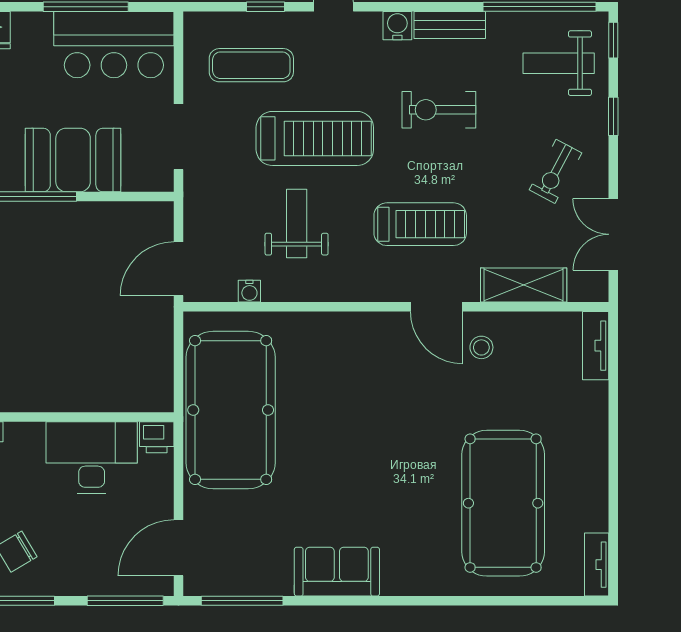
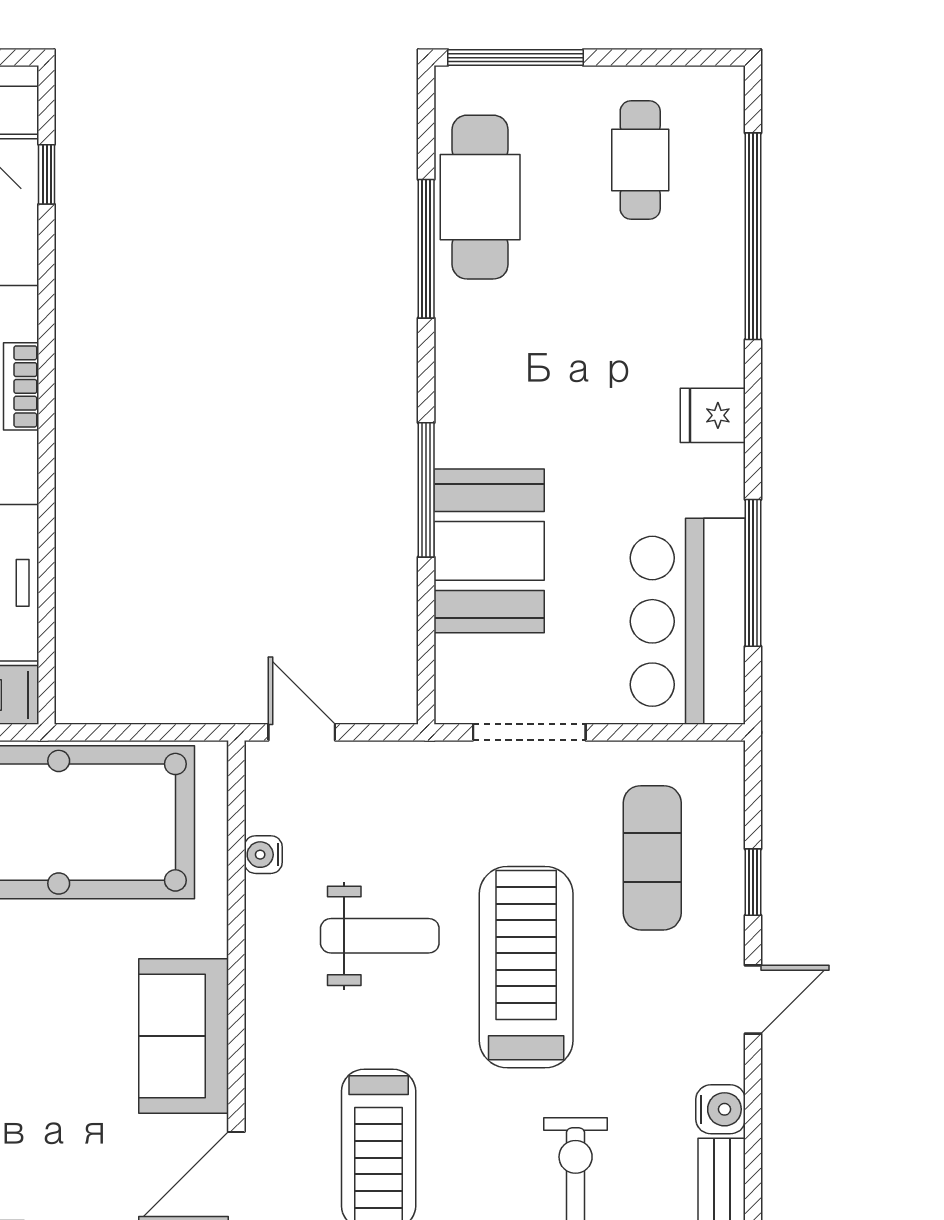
treadmill: (315, 138) -> (526, 967), turned 180
door: (178, 269) -> (302, 732), width x0.73
sofa: (355, 337) -> (184, 1036), added

